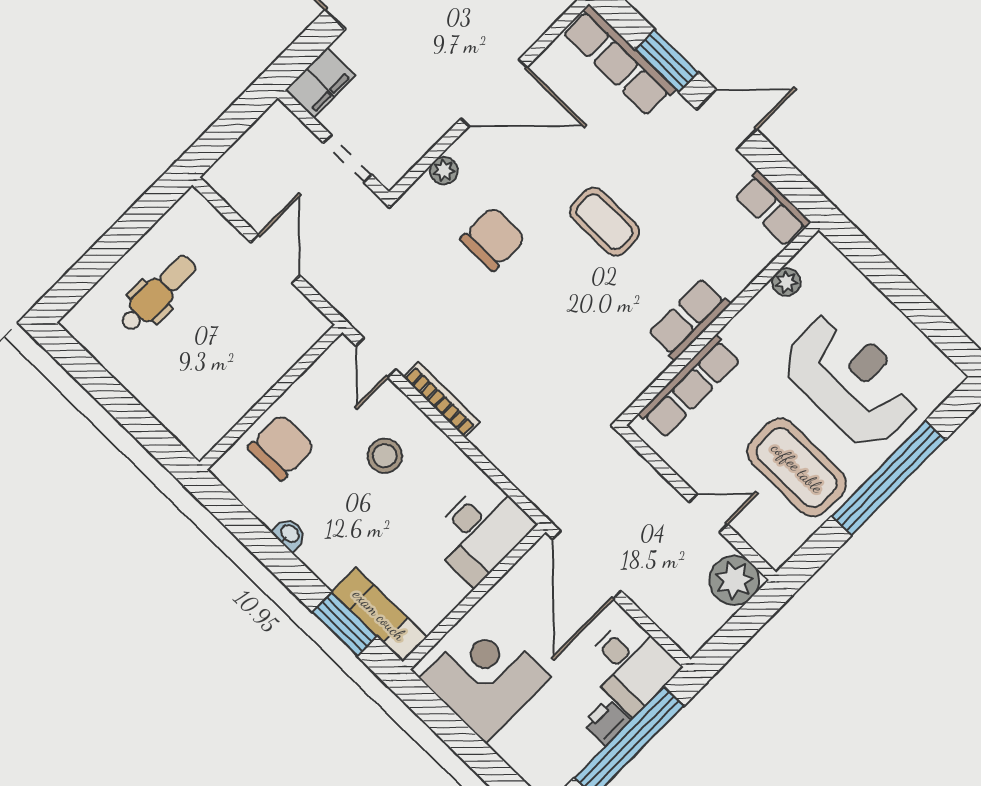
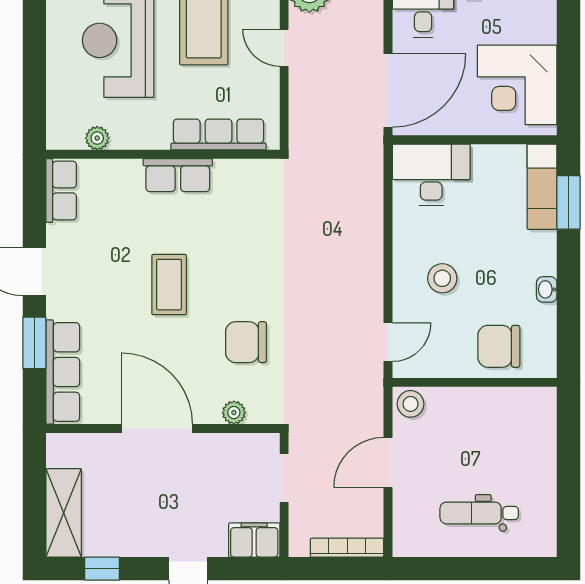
stool: (306, 326) -> (411, 404), added
bookcase: (442, 400) -> (347, 548), moved, turned 90

